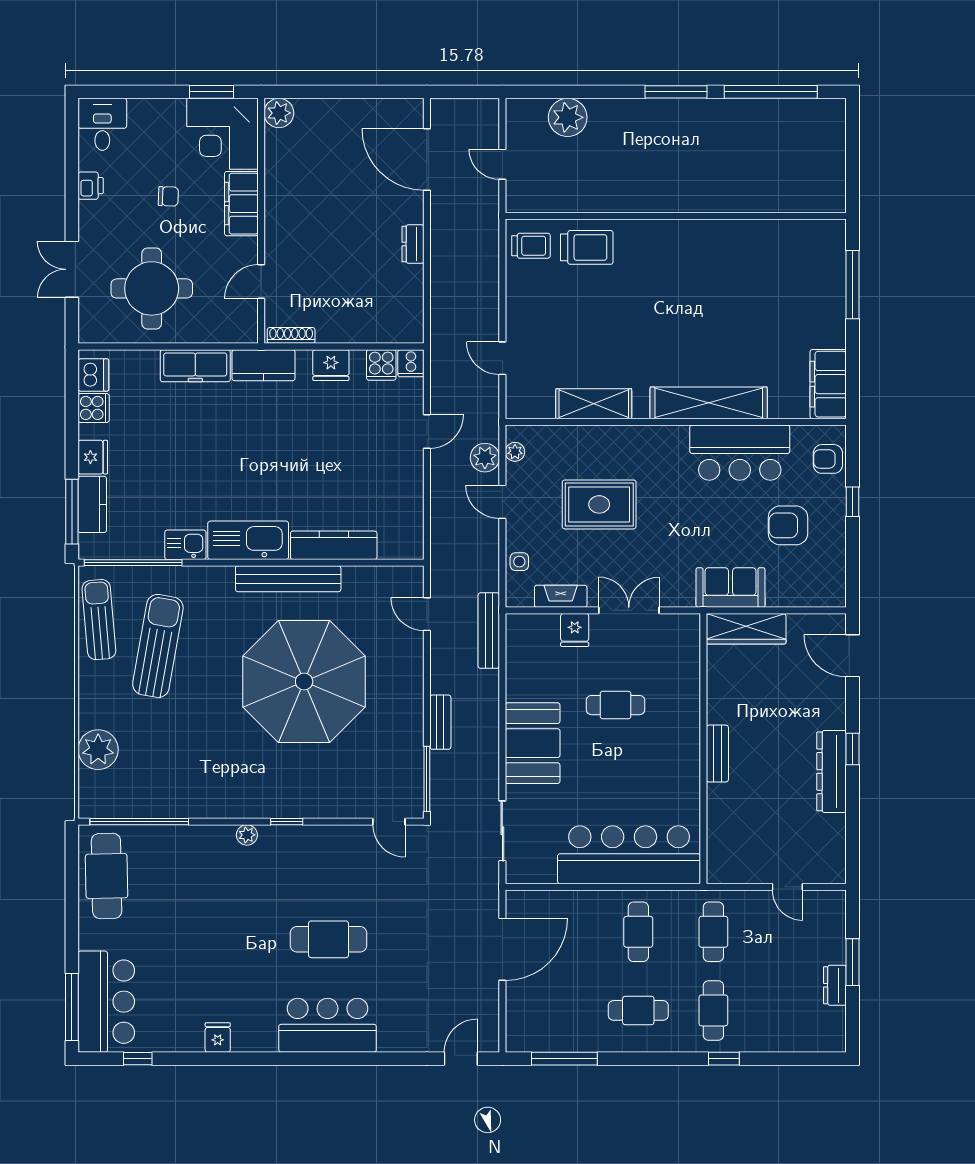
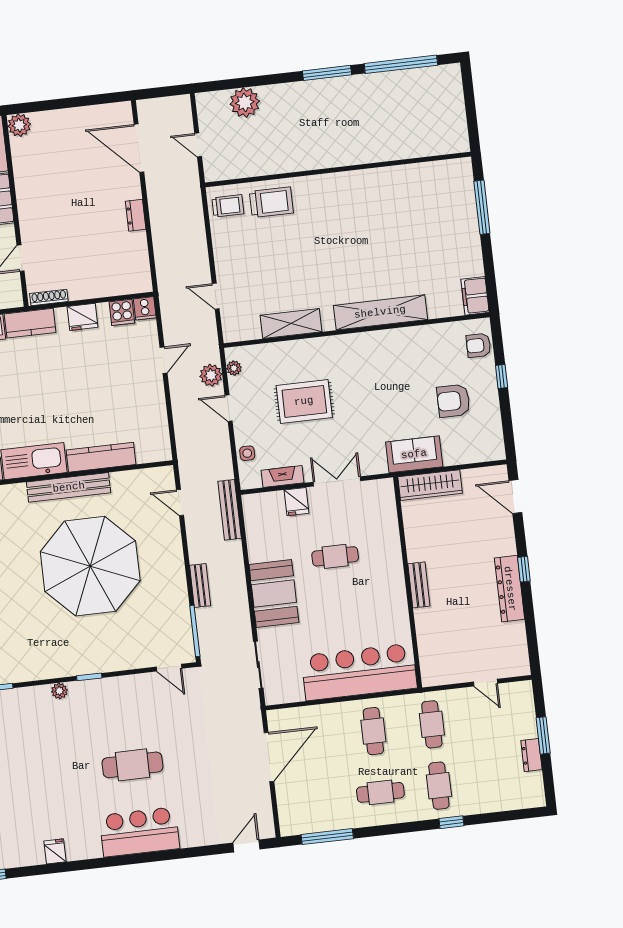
filing cabinet: (828, 384) -> (475, 296), width x0.67, depth x0.86
bar counter: (740, 453) -> (409, 348), removed

